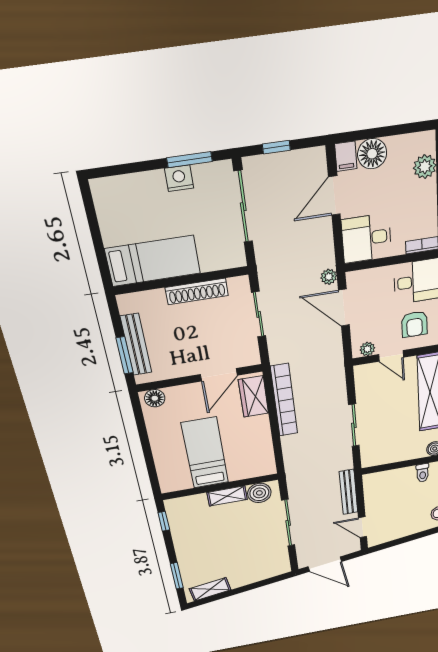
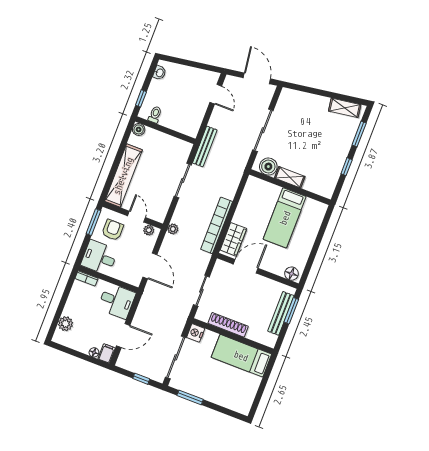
floor lamp: (372, 154) -> (94, 352), width x0.53, depth x0.53
nightstand: (179, 178) -> (196, 333), moved, turned 90
plant: (329, 277) -> (173, 229), moved
bench: (348, 492) -> (205, 146), moved
window: (164, 521) -> (347, 167), moved

